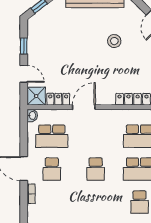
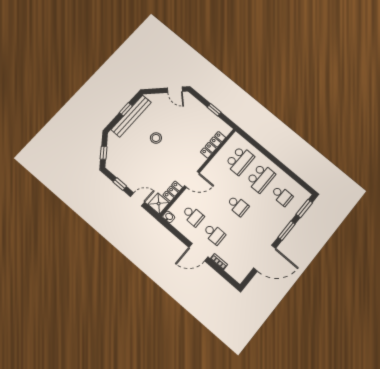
stool: (114, 41) -> (156, 138), moved
door: (84, 107) -> (192, 179), swing flipped
school desk: (52, 136) -> (193, 216), width x0.54

